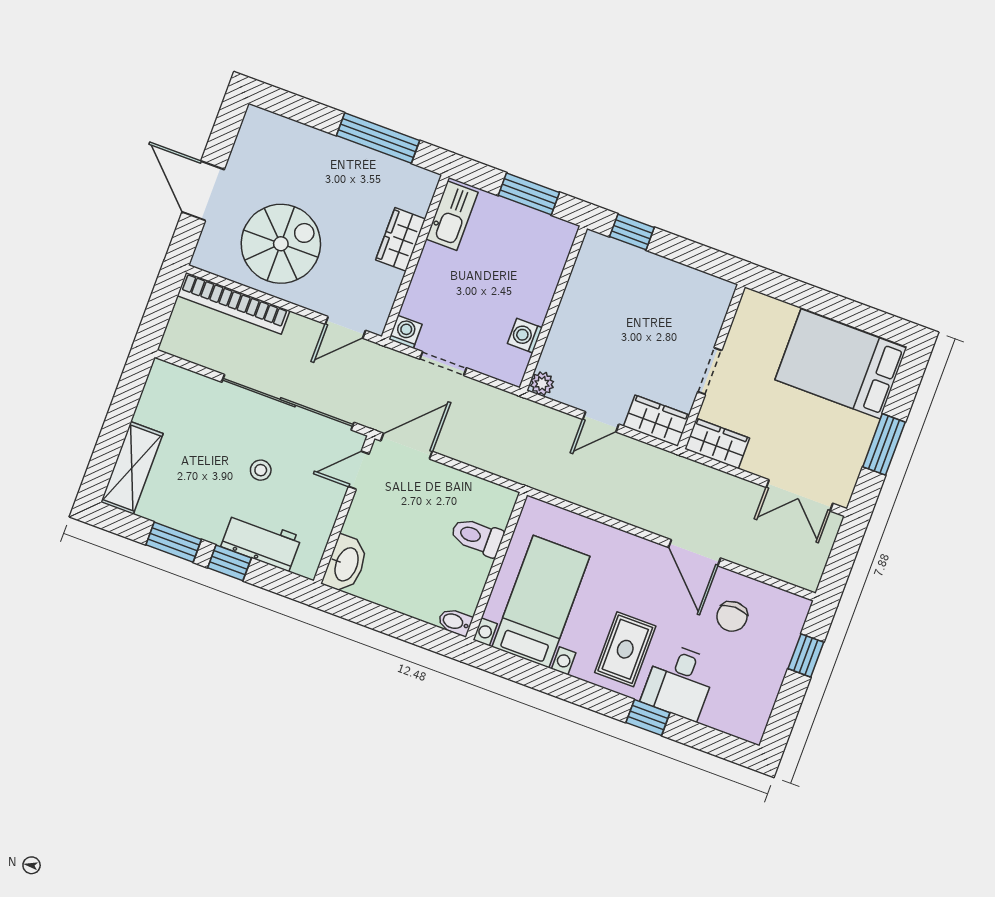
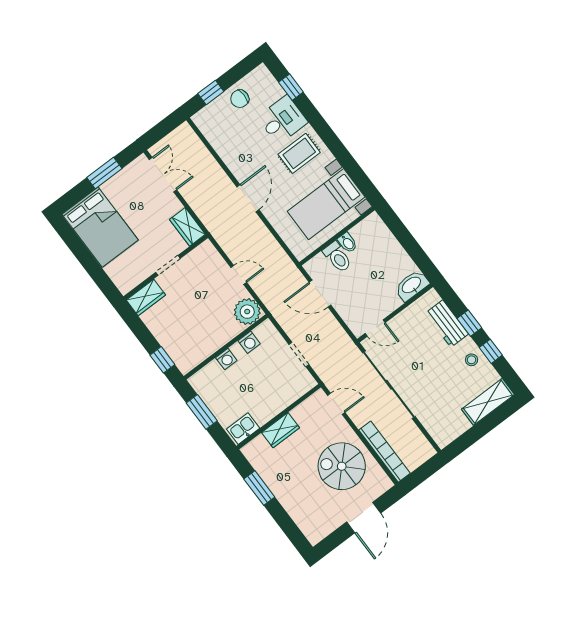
window: (378, 138) -> (259, 488), width x0.69
kitchen sink: (452, 216) -> (243, 429), width x0.73
washing machine: (405, 332) -> (226, 359), moved, turned -90
plant: (542, 384) -> (247, 312), width x1.88, depth x1.88
wardrobe: (657, 421) -> (146, 297), moved, turned -90
door: (406, 446) -> (320, 294), moved
stool: (261, 470) -> (472, 360), moved
window: (174, 542) -> (491, 351), width x0.67
door: (694, 553) -> (248, 198), moved
chair: (732, 616) -> (240, 99), moved, turned 180
bidet: (455, 622) -> (347, 243), moved
window: (648, 718) -> (291, 87), moved

